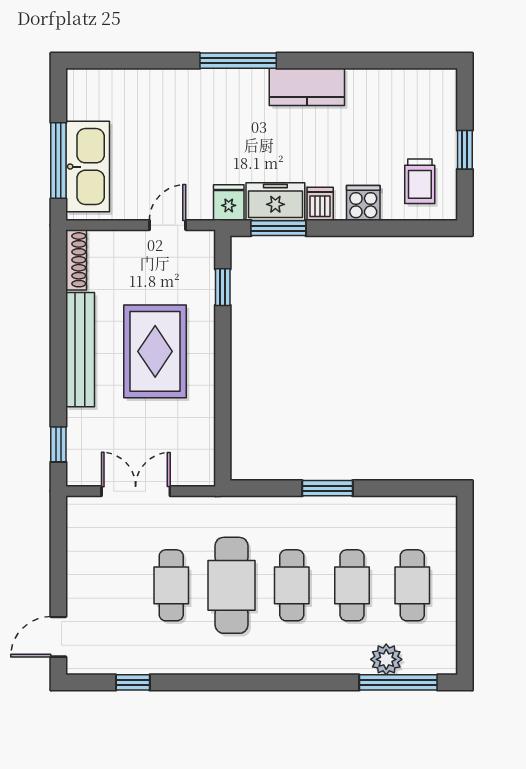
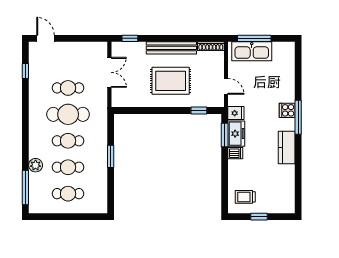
cooker: (363, 203) -> (287, 110), moved, turned 180
plant: (386, 659) -> (36, 165), moved

